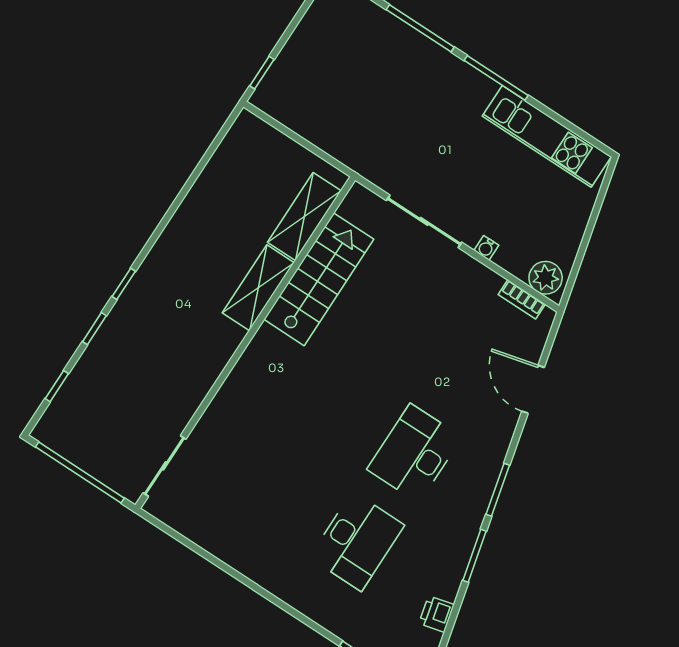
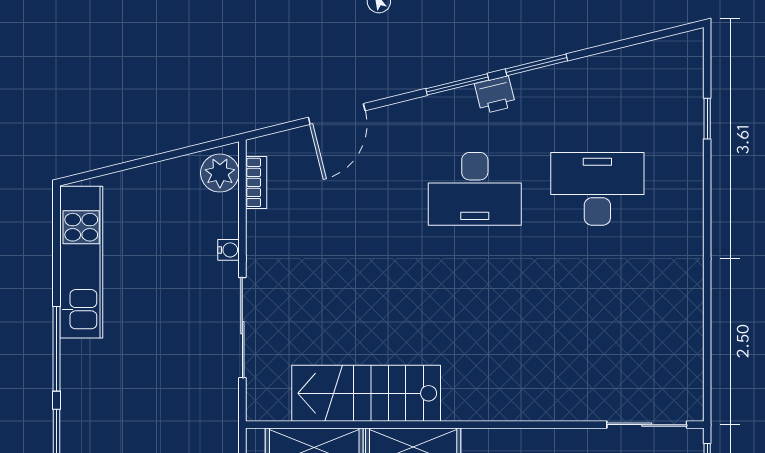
printer: (437, 614) -> (495, 95), moved

